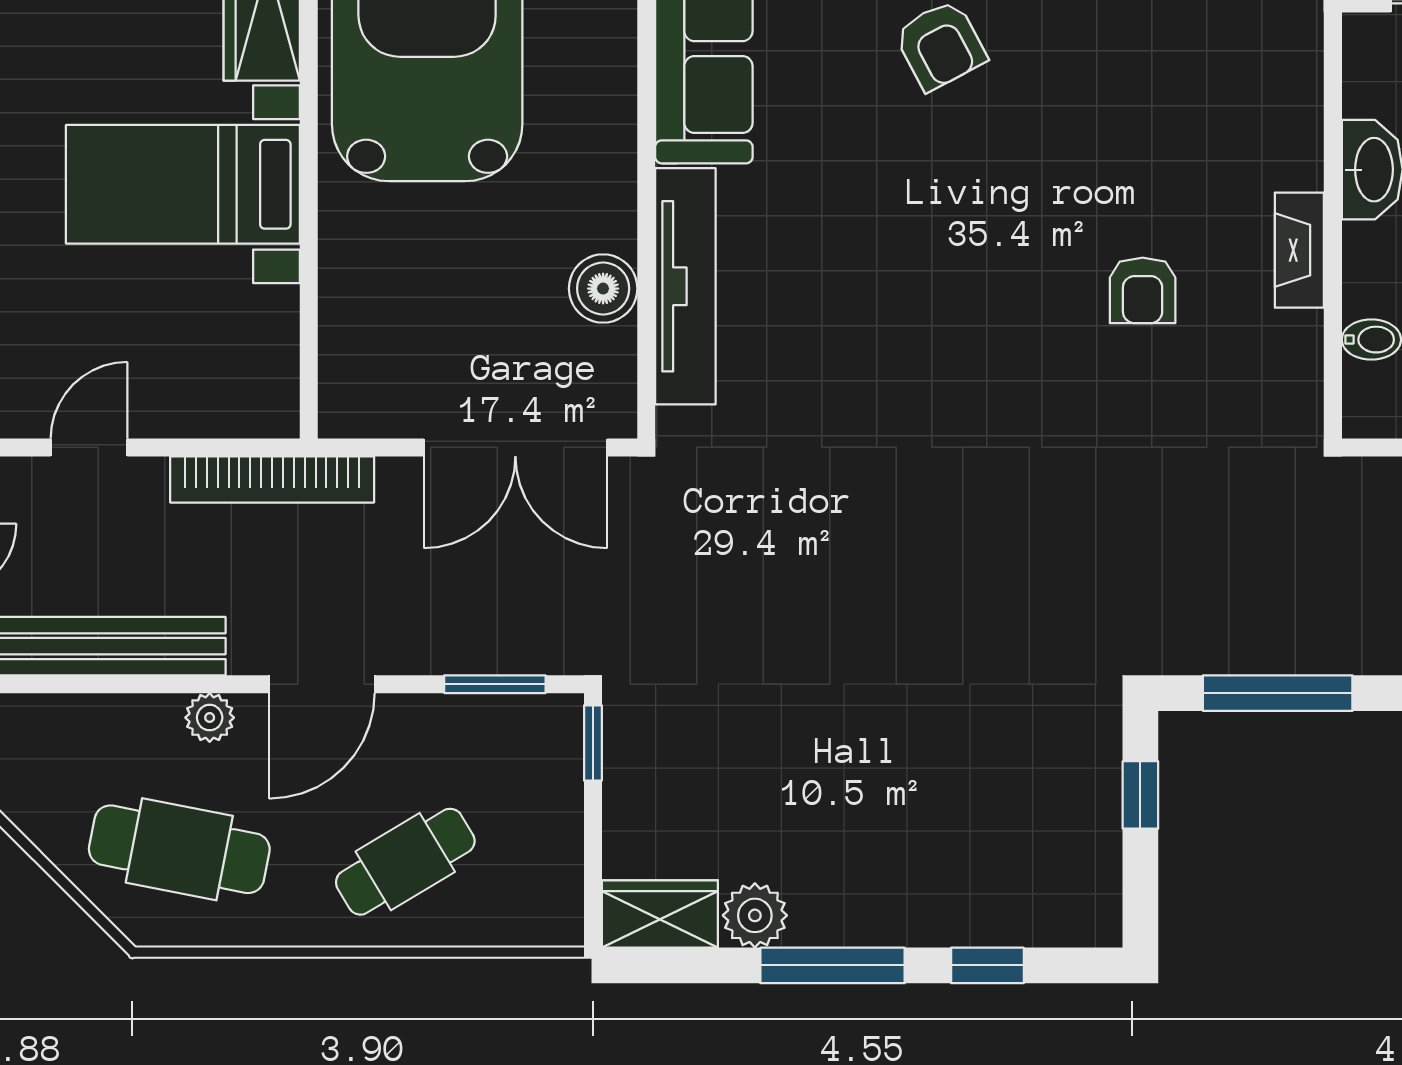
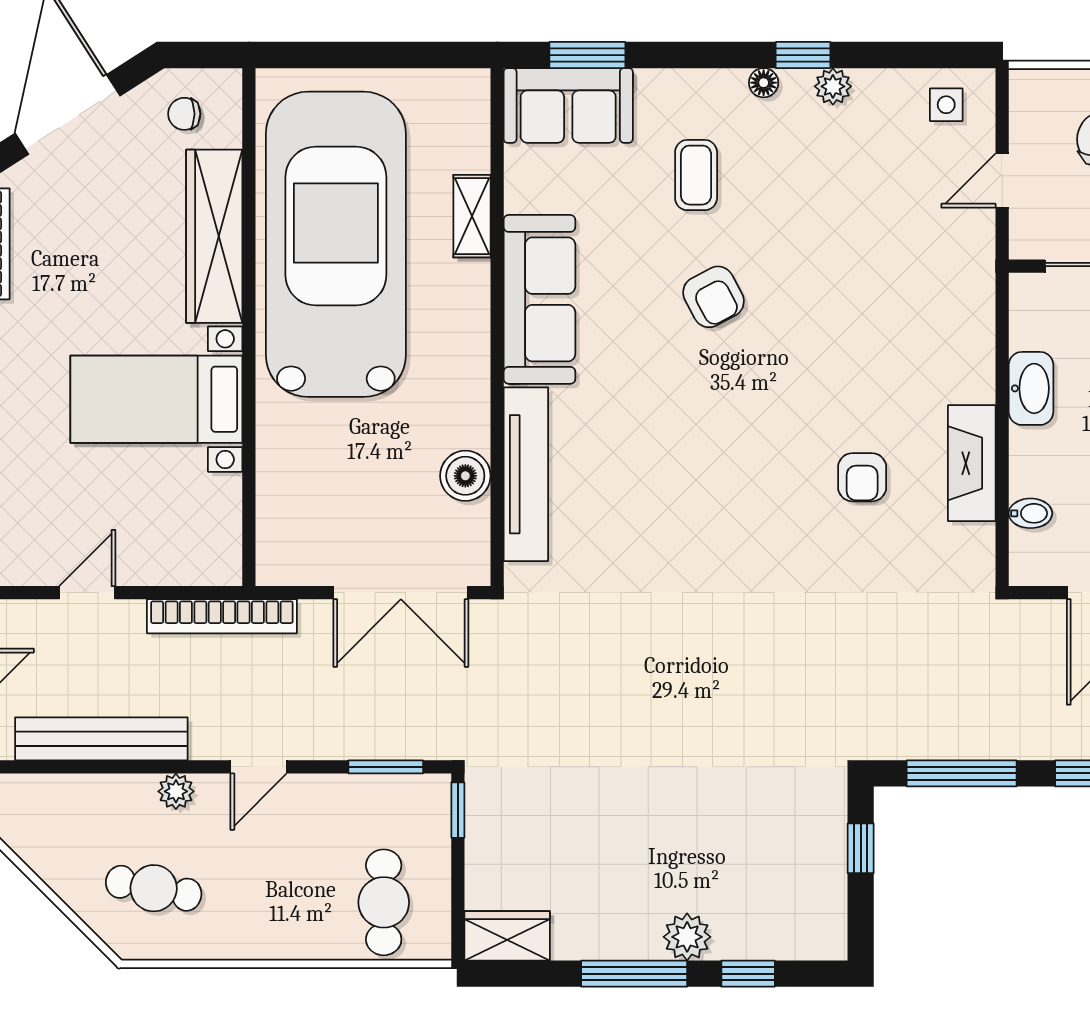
fireplace: (1299, 250) -> (972, 463), width x1.37, depth x1.32
door: (322, 684) -> (259, 767), width x0.73
cafe table: (179, 849) -> (154, 888), width x0.73, depth x0.74
cafe table: (405, 862) -> (384, 902), moved, turned -59
plant: (755, 915) -> (687, 937), moved

